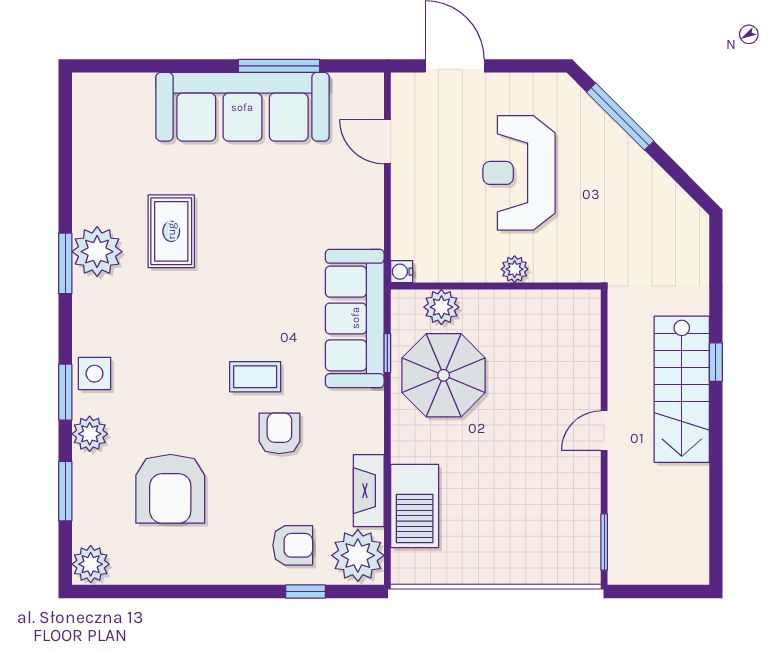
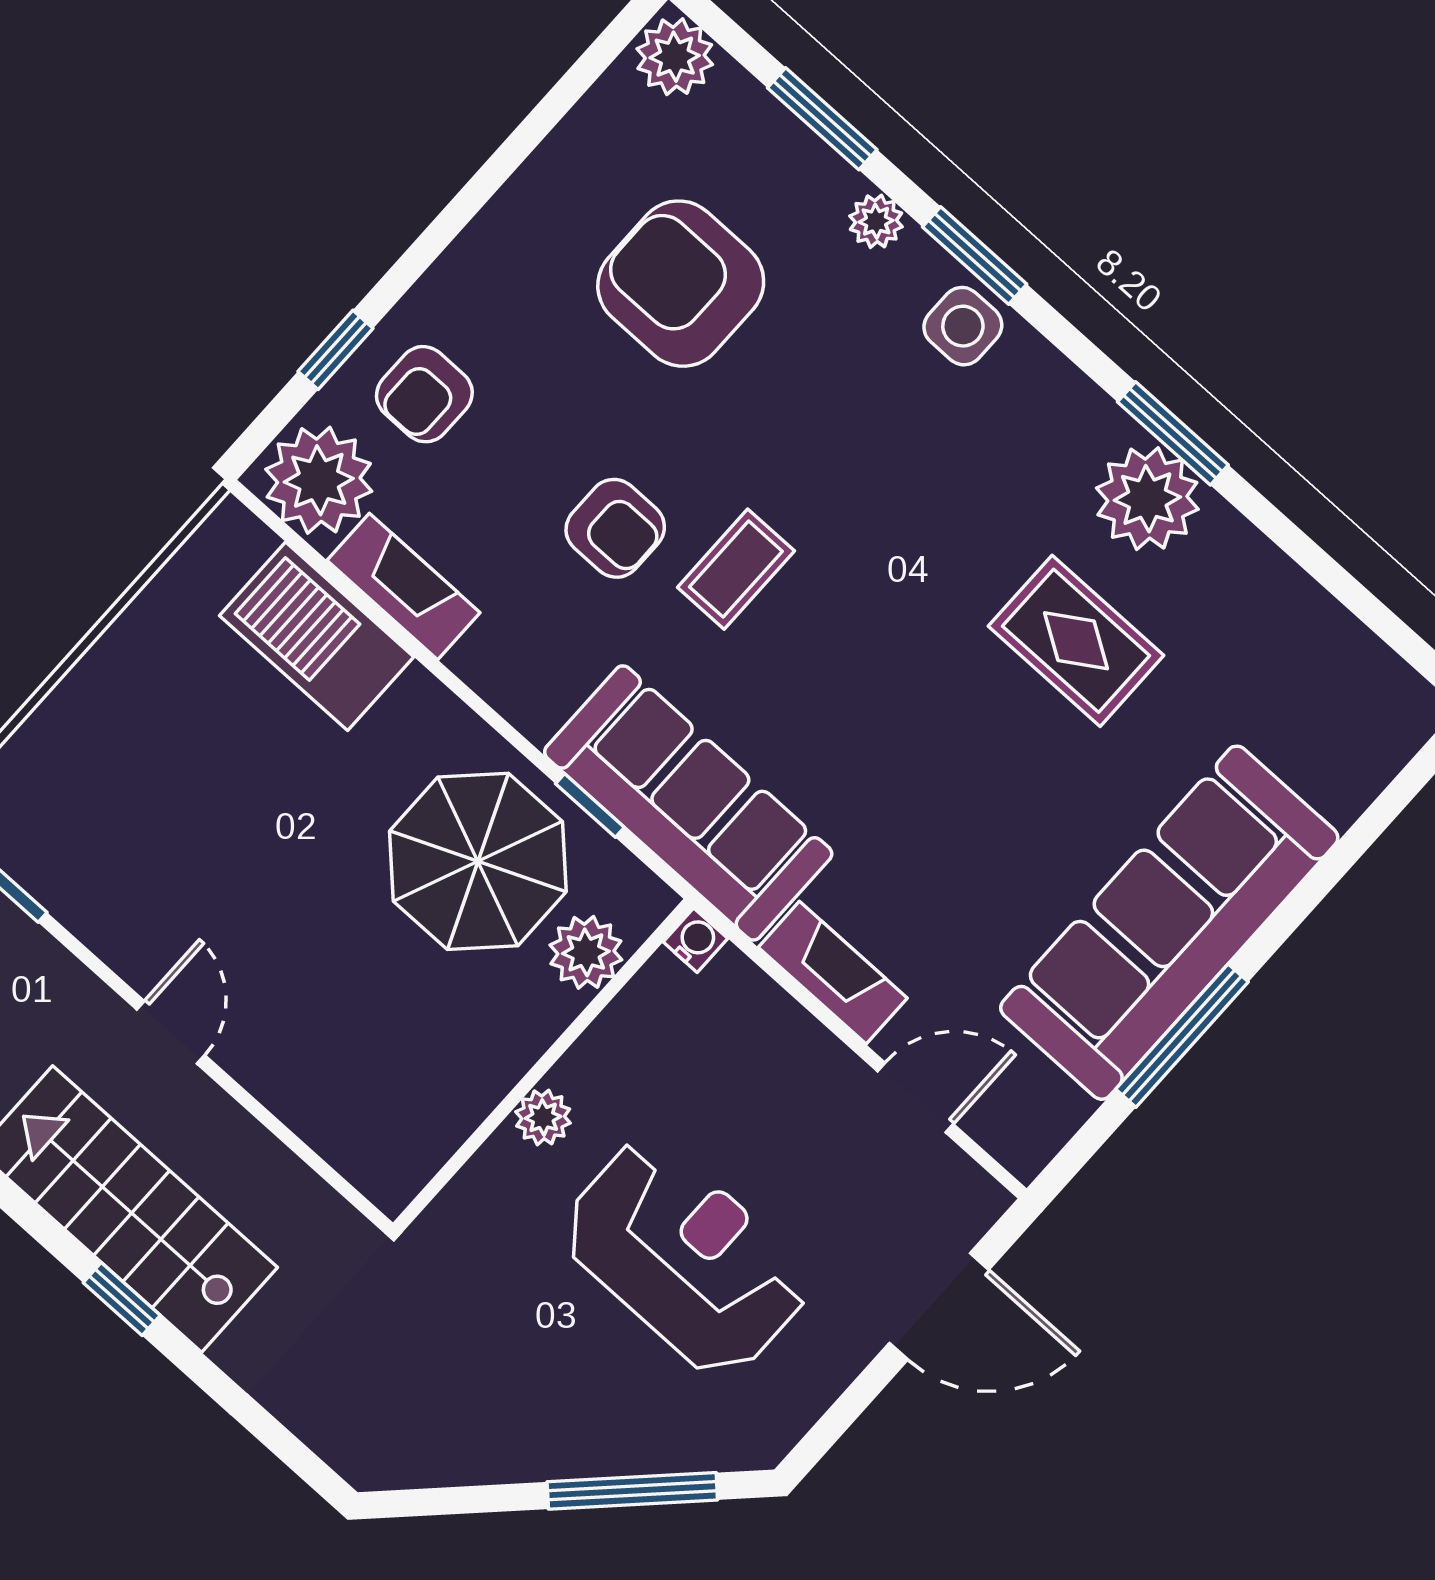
fireplace: (369, 212) -> (833, 973), added
plant: (90, 434) -> (876, 221), width x0.73, depth x0.73

